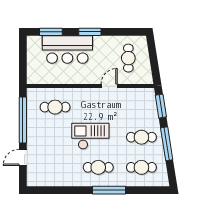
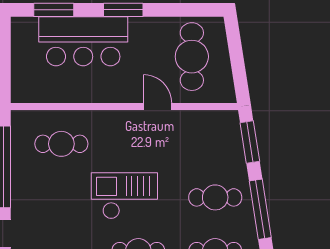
cafe table: (128, 58) -> (192, 57), width x1.37, depth x1.35
door: (109, 86) -> (158, 106), hinge flipped

